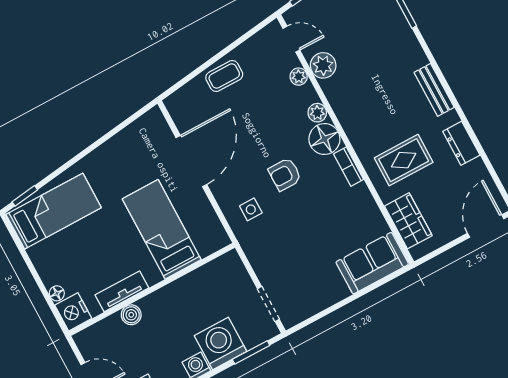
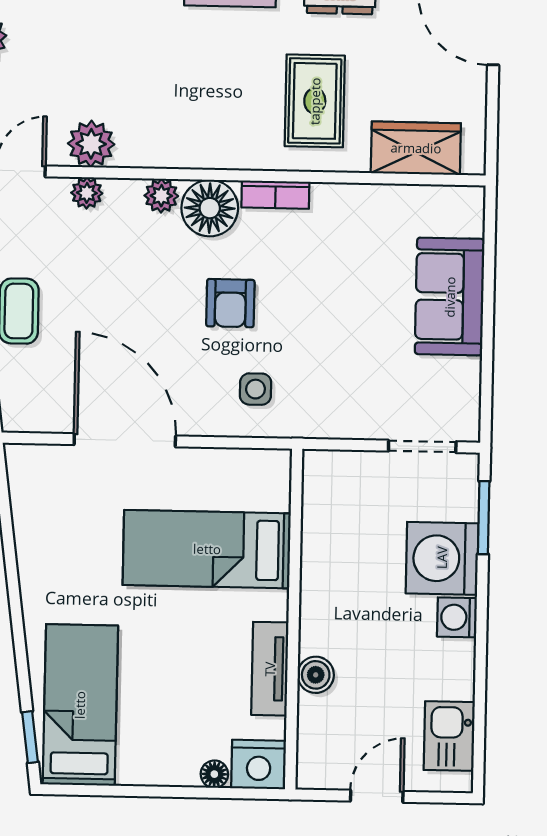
sofa: (372, 263) -> (450, 297), moved

